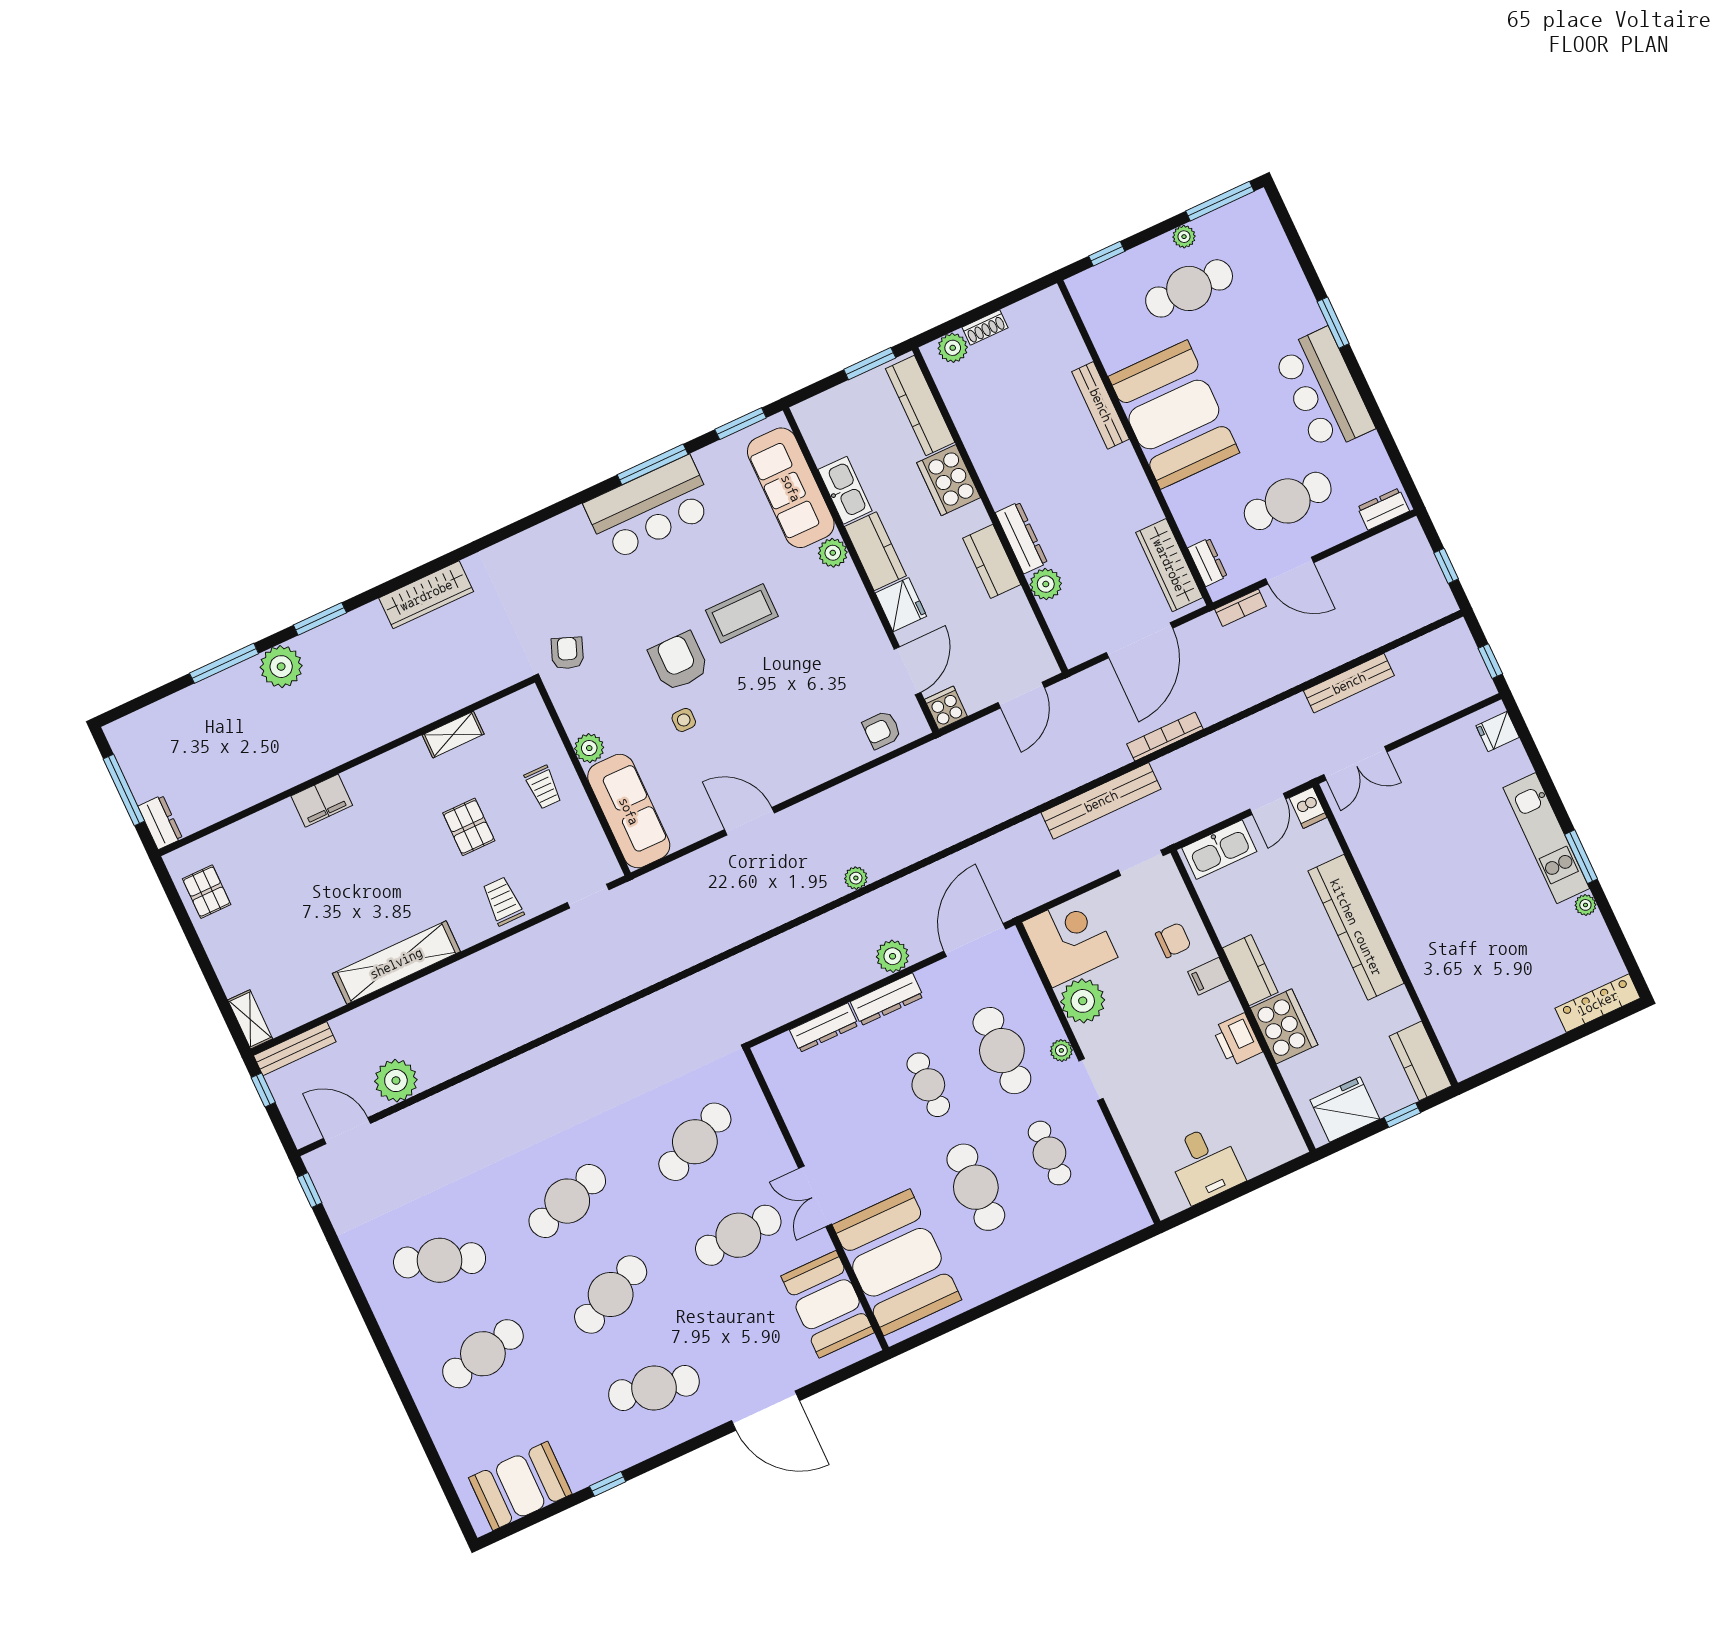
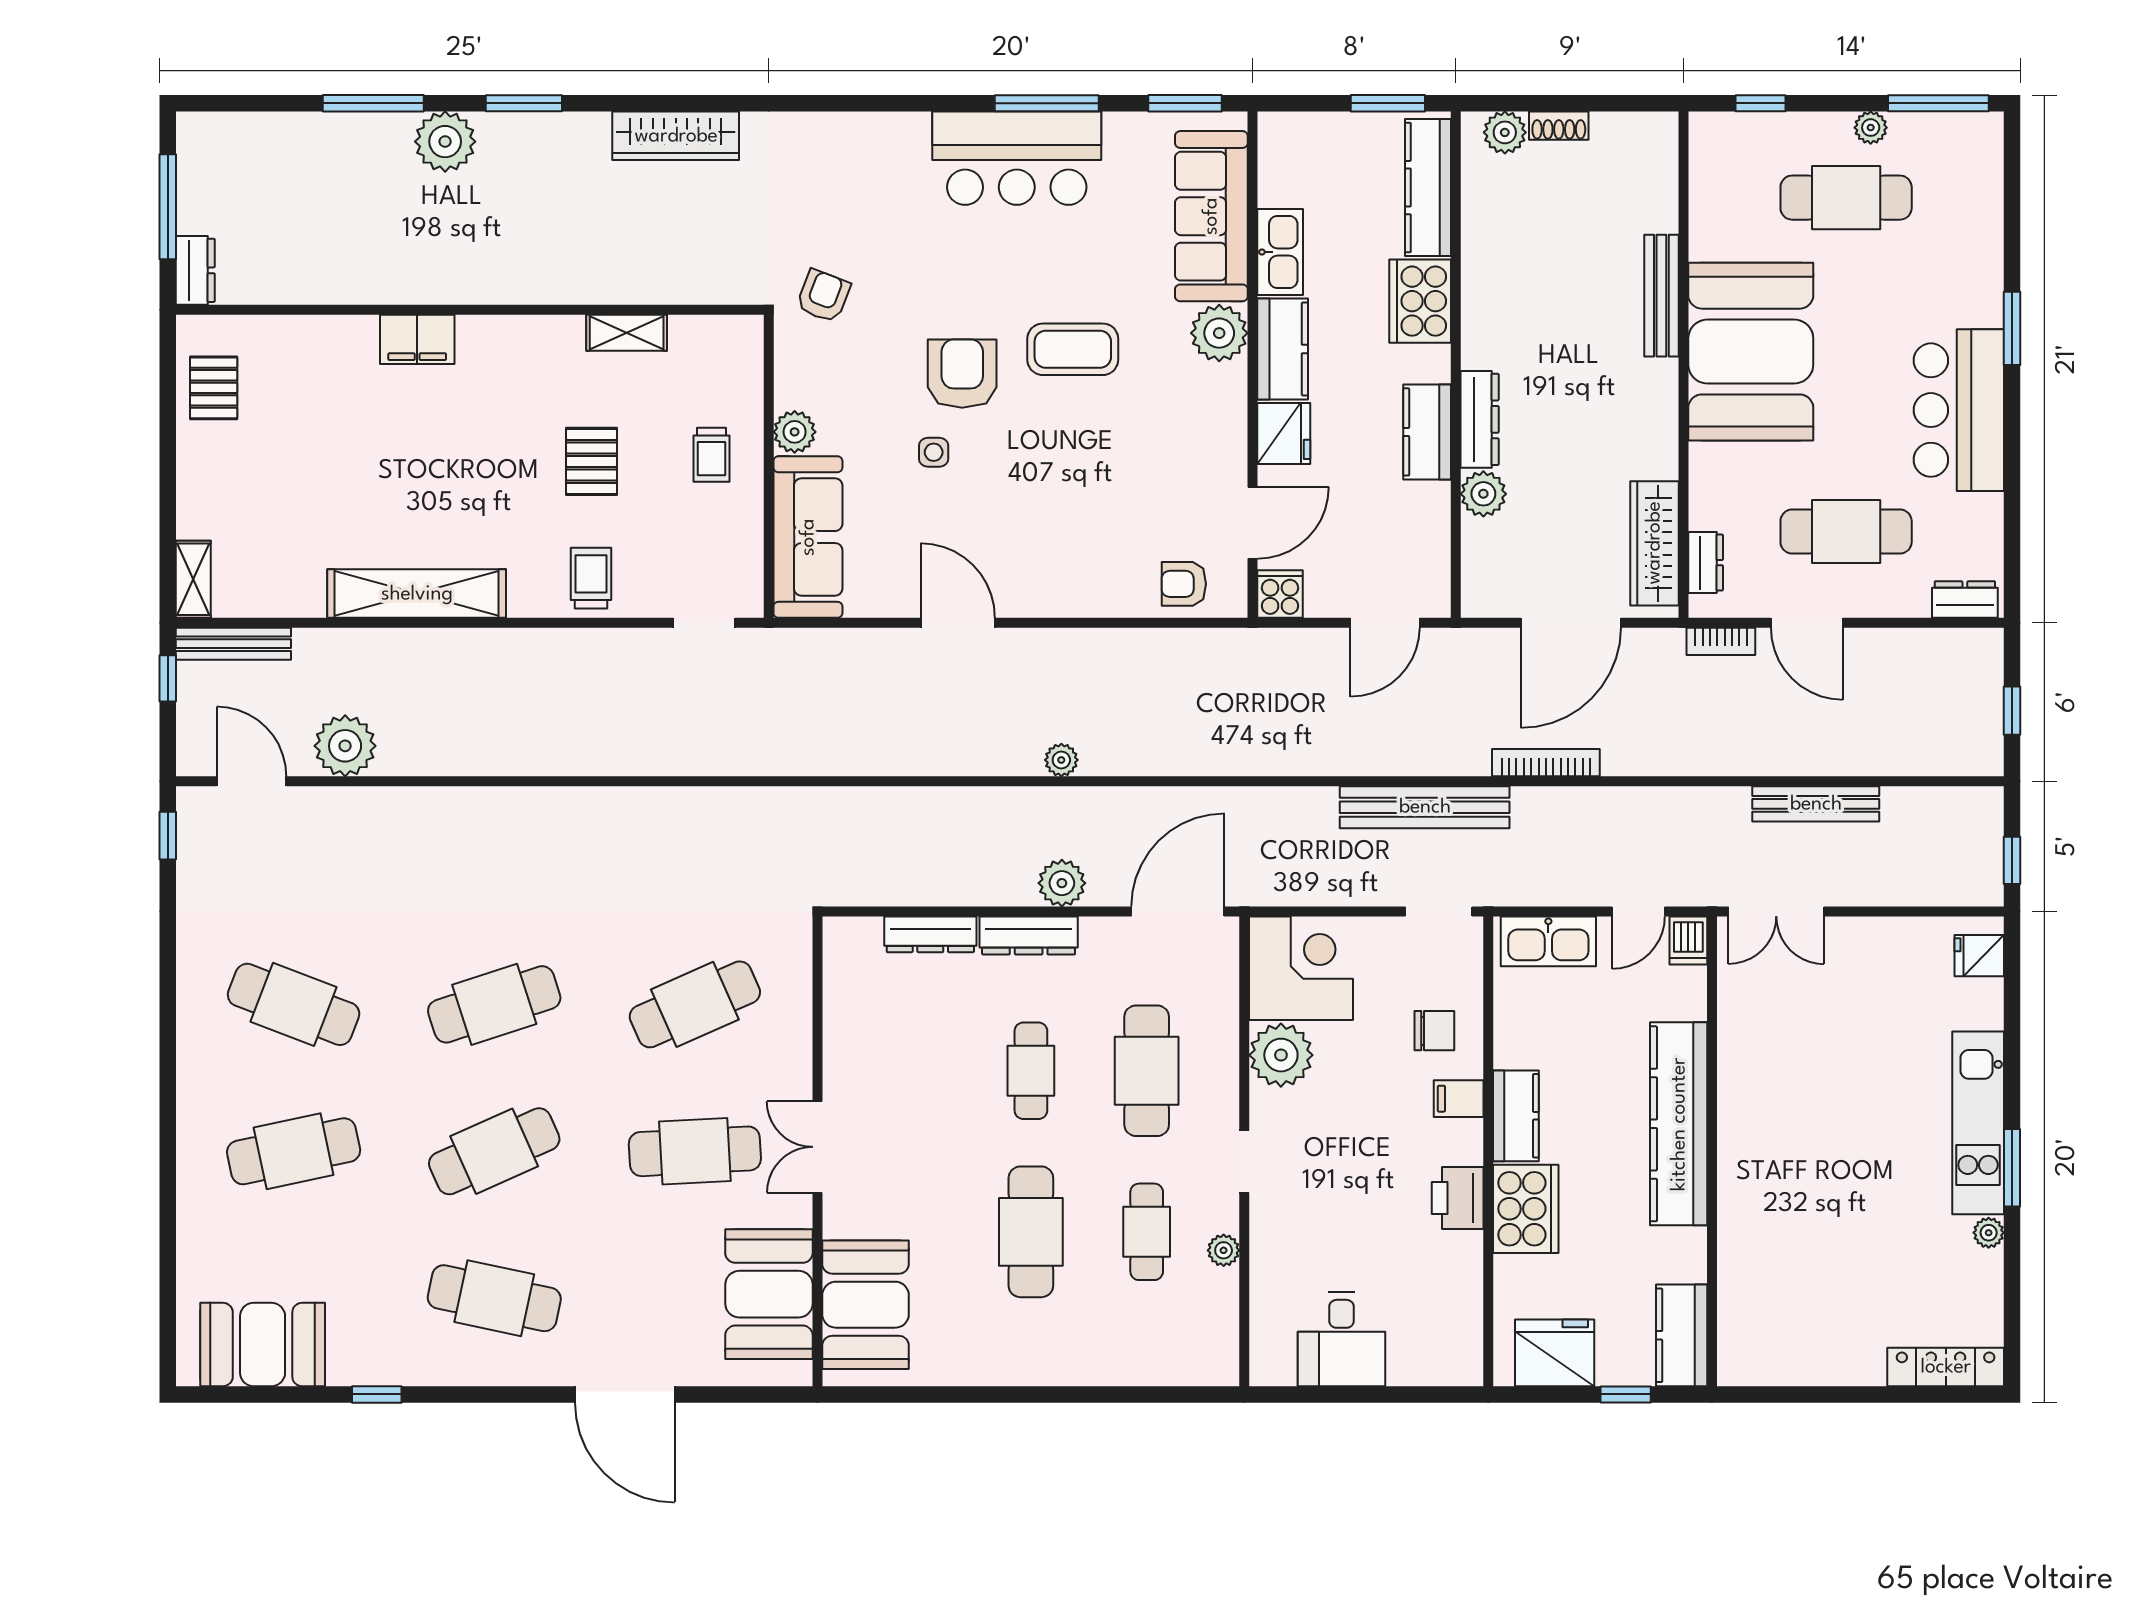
plant: (833, 553) -> (1219, 333), width x1.36, depth x1.36
plant: (1061, 1050) -> (1224, 1250), moved
booth: (897, 1262) -> (866, 1305), width x0.73, depth x0.70

